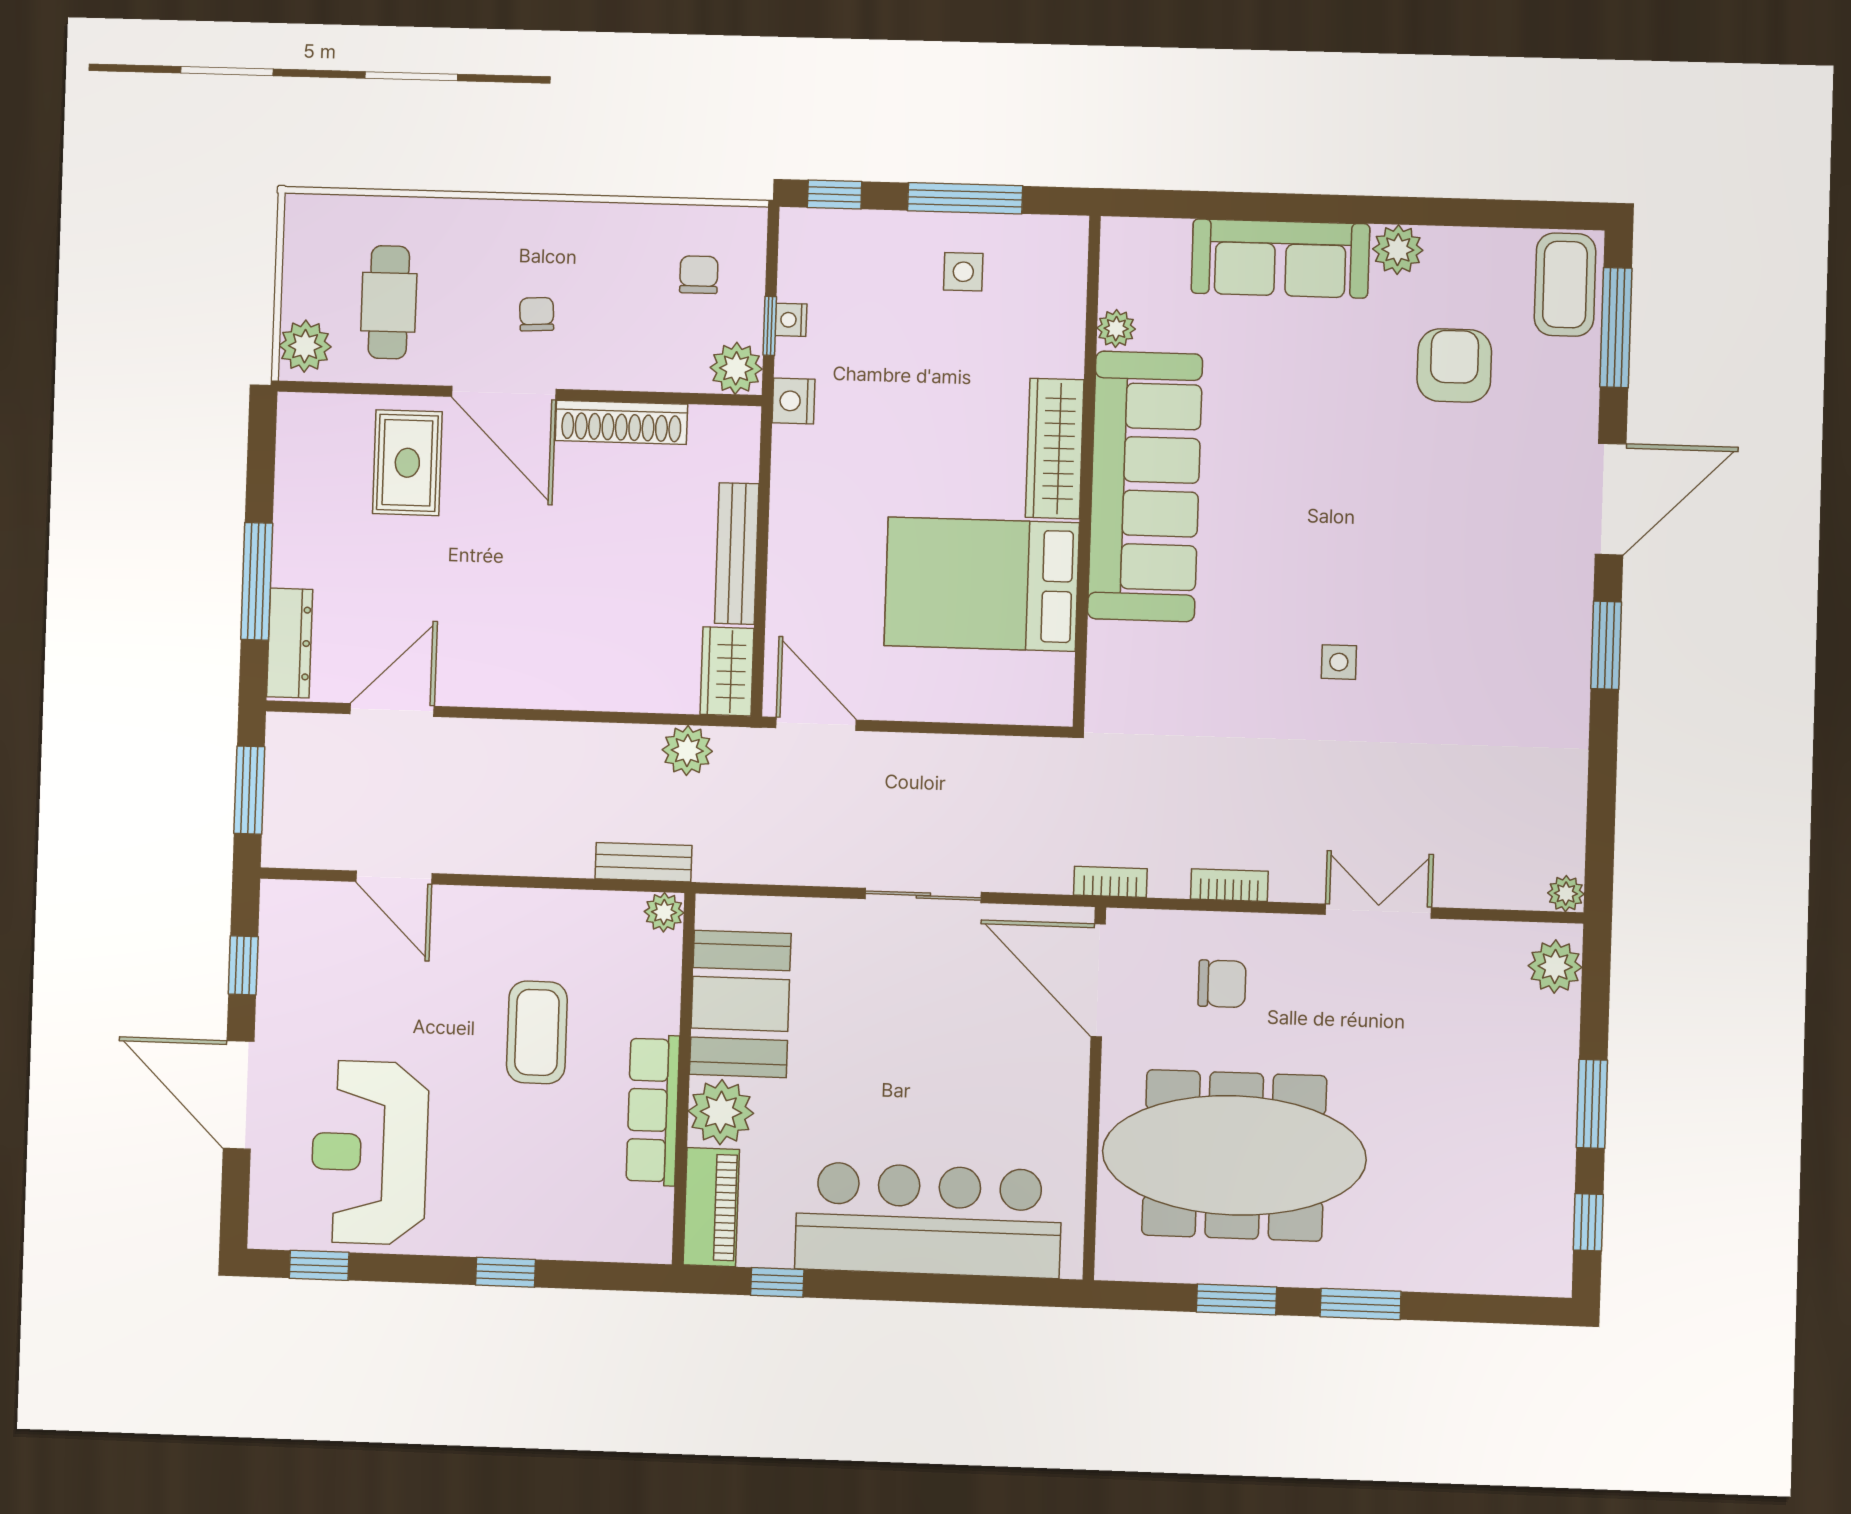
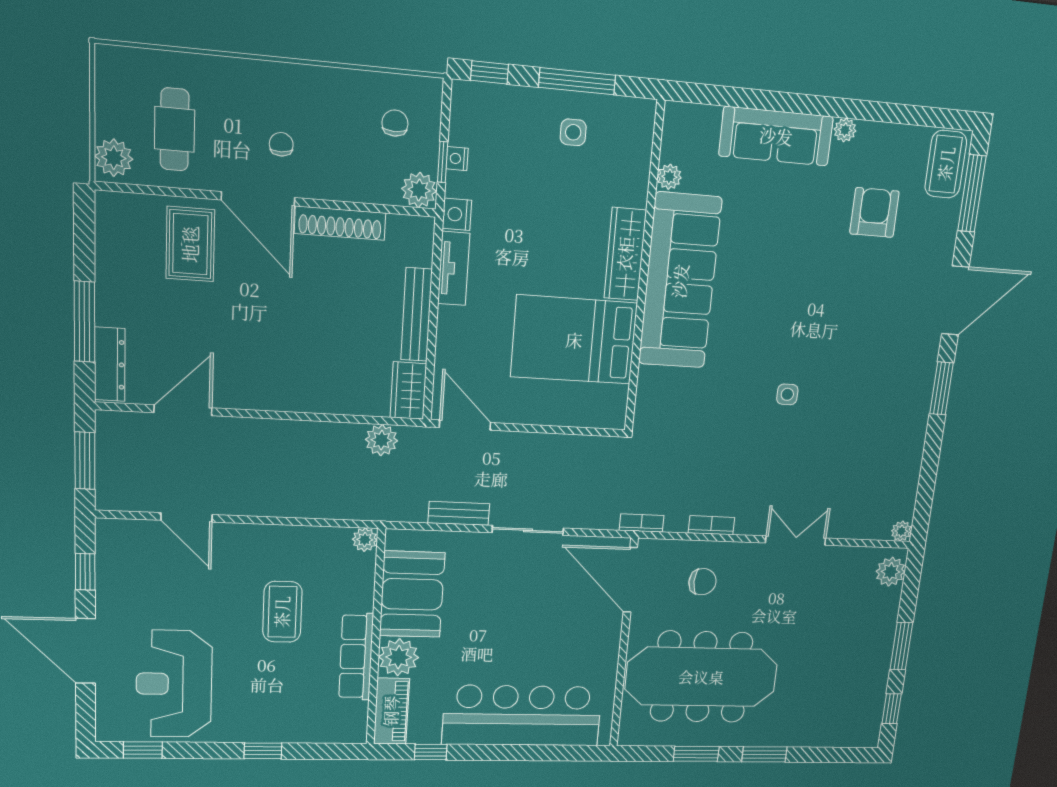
plant: (1398, 250) -> (845, 130), width x0.73, depth x0.73
tv unit: (791, 482) -> (454, 268), added
bench: (643, 862) -> (459, 513), moved

